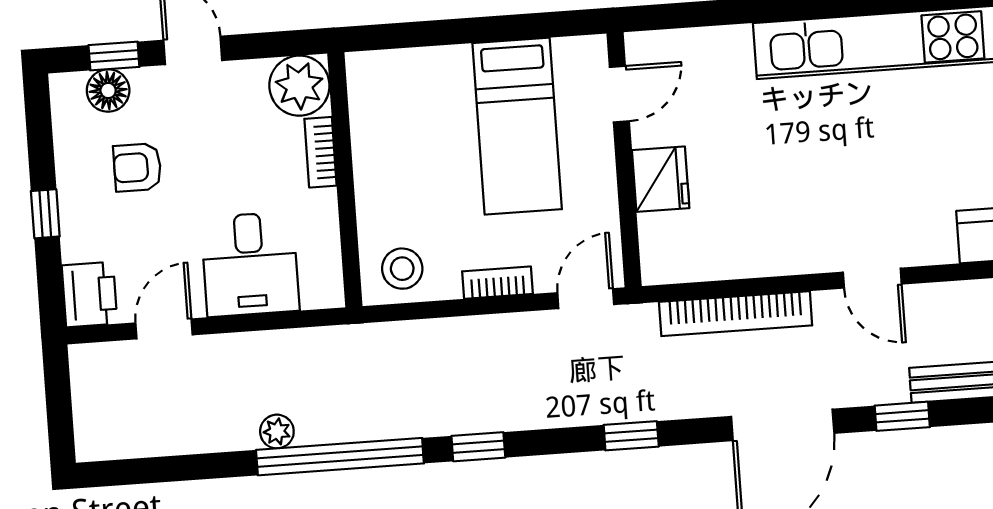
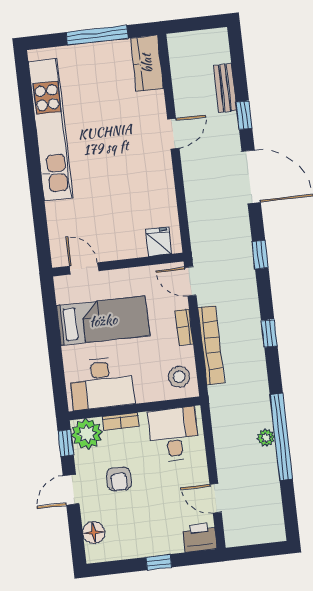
window: (114, 56) -> (66, 443), moved
desk: (396, 118) -> (101, 383), added
armchair: (137, 167) -> (119, 479), moved
fridge: (661, 179) -> (158, 242), moved, width x0.72
desk: (250, 264) -> (173, 434), moved, turned -90
bookcase: (736, 314) -> (211, 345), moved
window: (340, 457) -> (281, 437), moved

